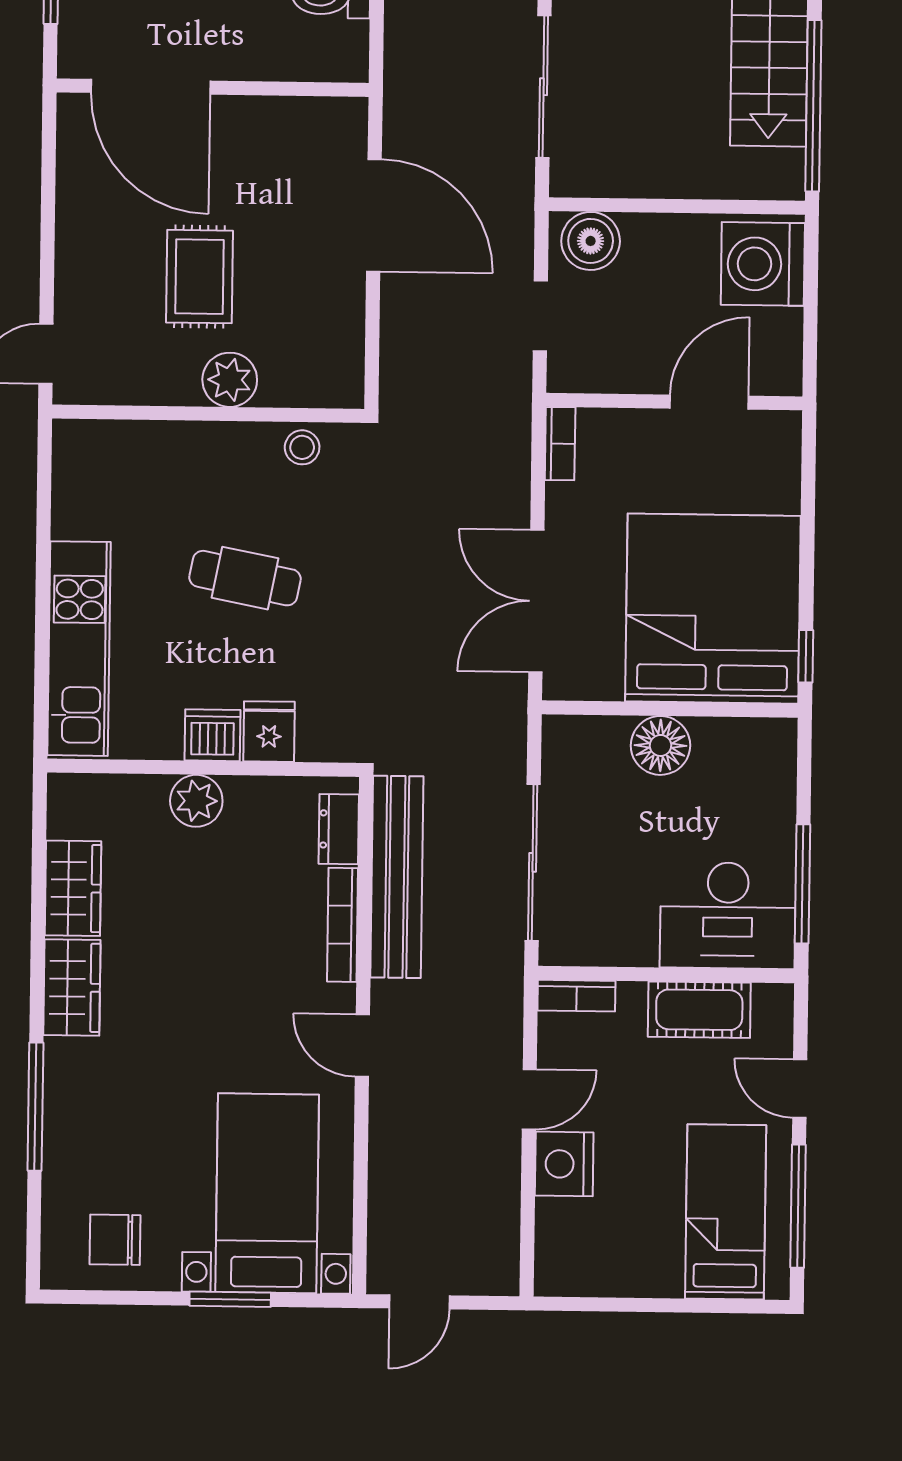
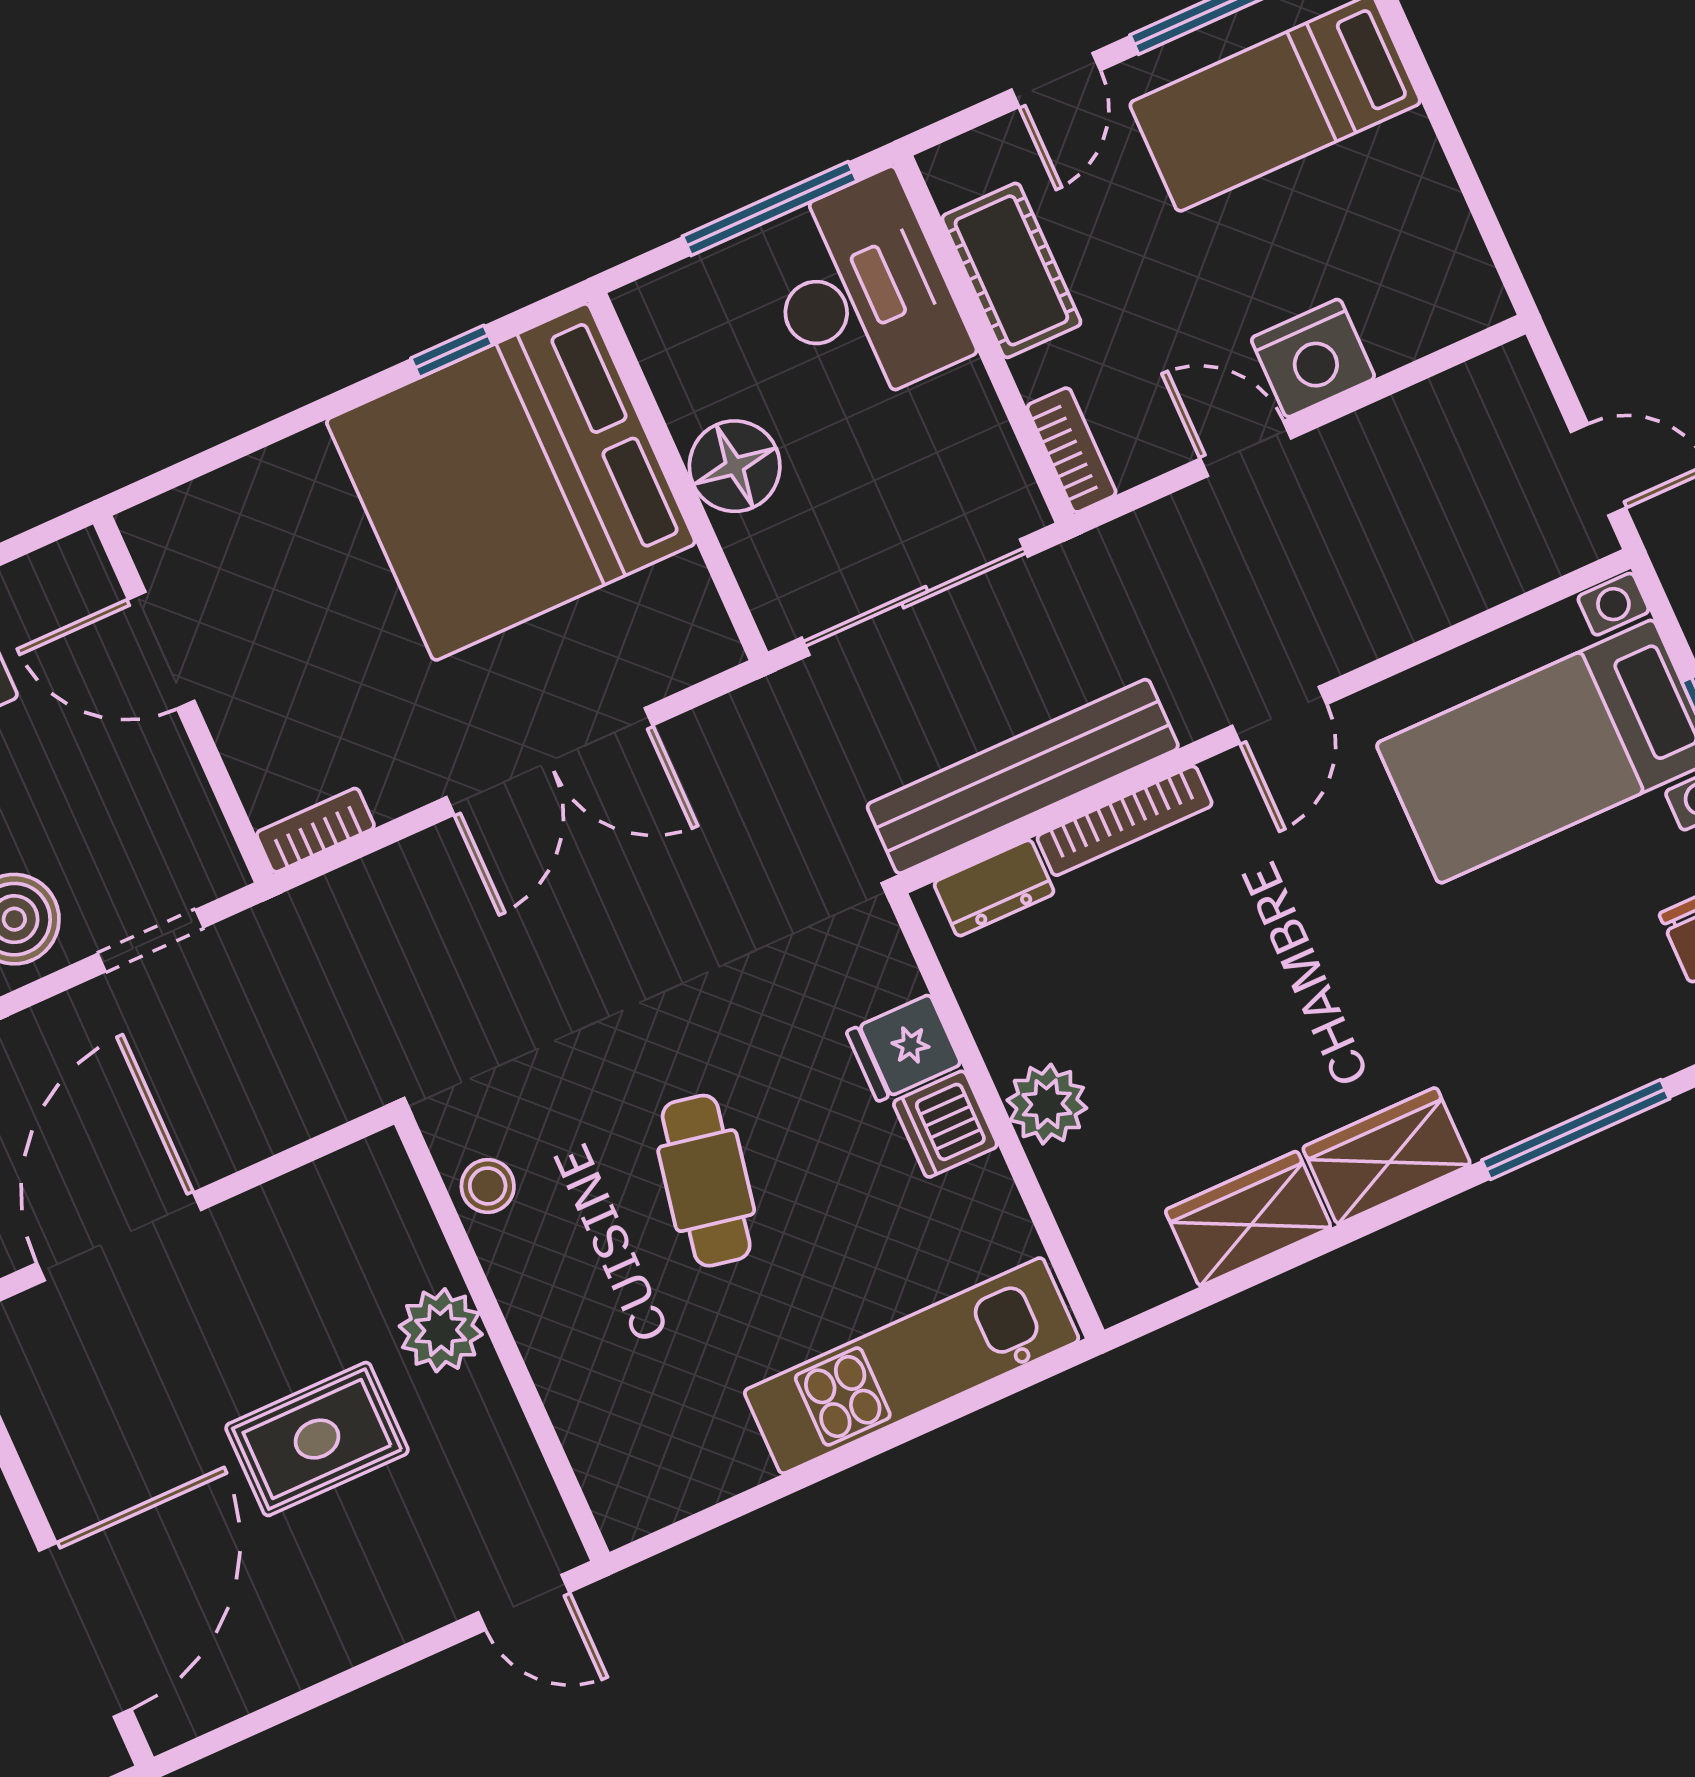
bed: (713, 609) -> (511, 482), moved
wall: (670, 709) -> (678, 477), moved
floor lamp: (660, 745) -> (735, 466), moved

